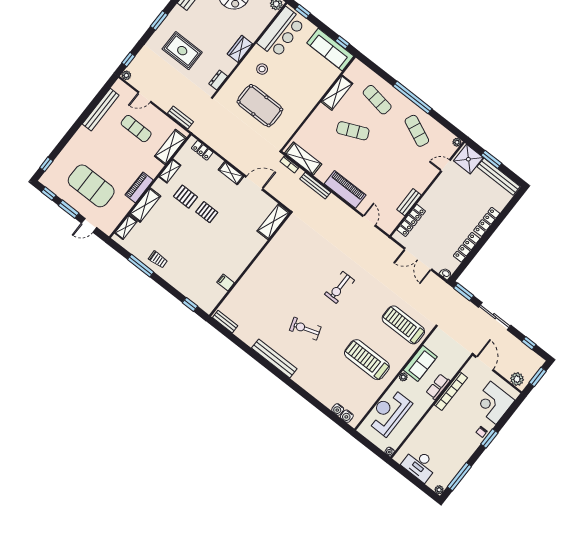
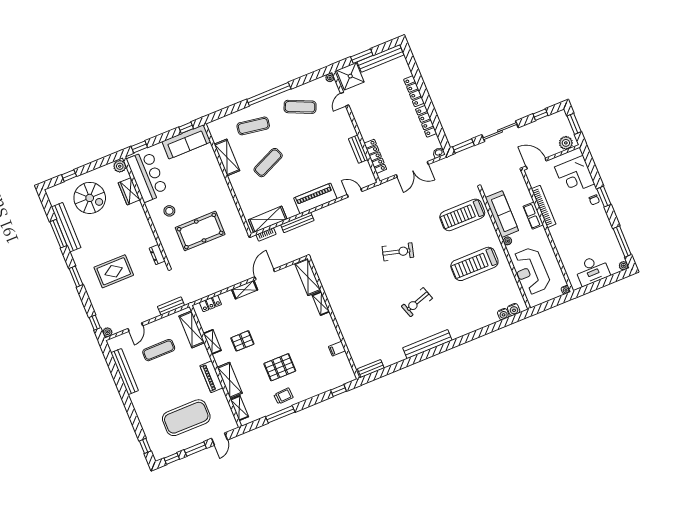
wardrobe: (240, 49) -> (129, 191), moved
pallet: (207, 212) -> (280, 367), moved, width x1.50, depth x1.42
shelving: (257, 246) -> (321, 304), added
exercise bike: (340, 287) -> (398, 252), turned -75
sofa: (420, 363) -> (502, 214), width x1.36

